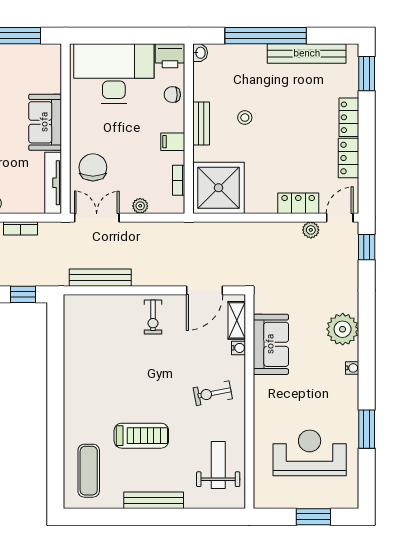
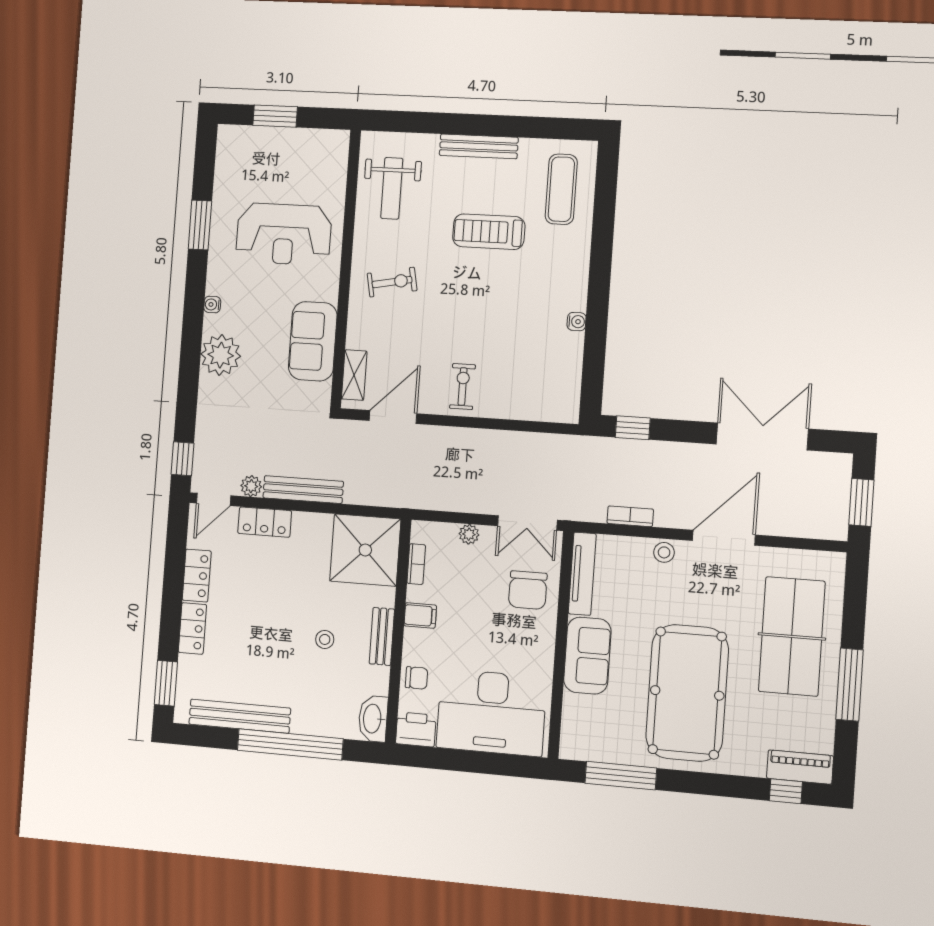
washbasin: (200, 53) -> (373, 719), width x1.91, depth x1.45
bench: (100, 278) -> (303, 490), moved
water cooler: (239, 348) -> (577, 322), moved, turned 180
reception desk: (310, 453) -> (284, 234), moved

